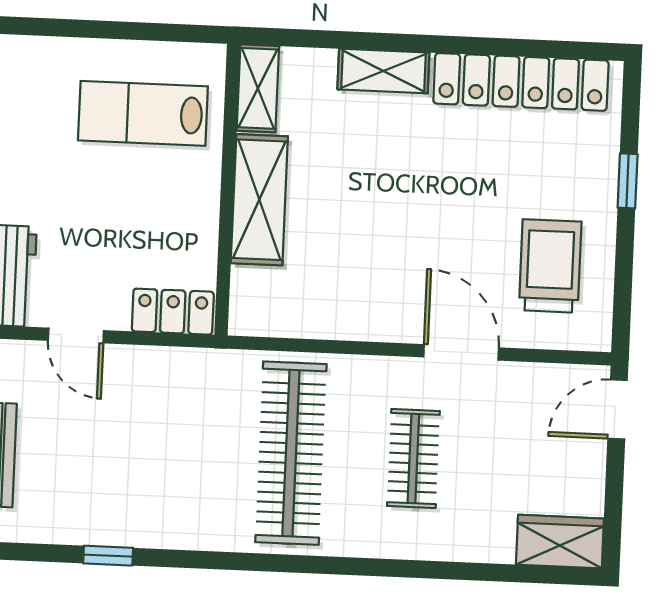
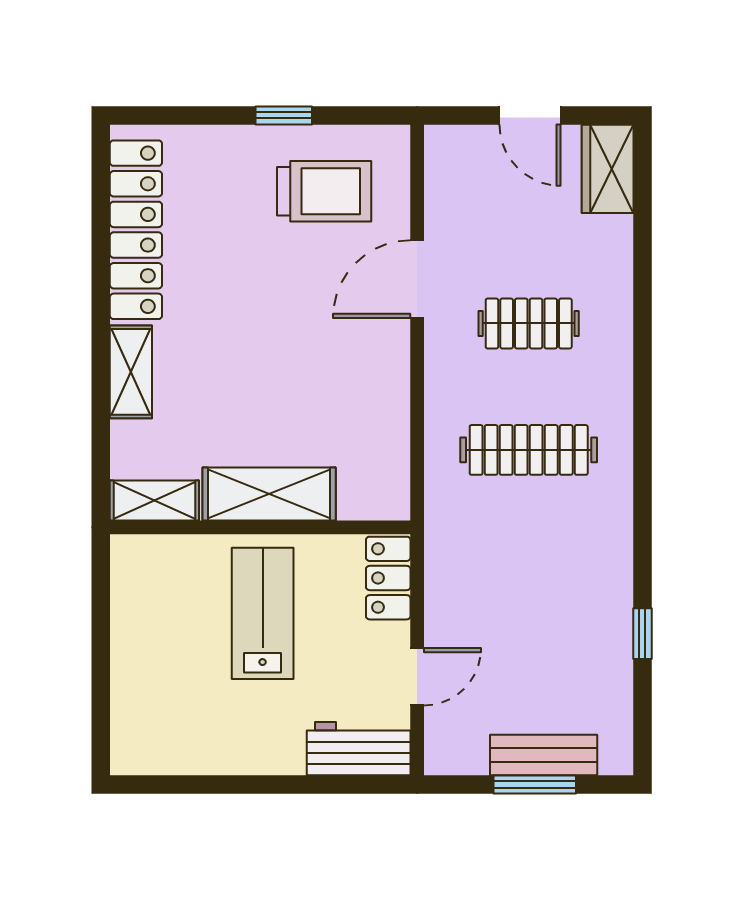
lab bench: (143, 113) -> (263, 613), moved, turned 180
window: (628, 181) -> (284, 115), moved
trolley: (550, 266) -> (324, 191), turned 180
door: (618, 409) -> (530, 115), moved
clothes rail: (291, 453) -> (529, 450), width x0.73, depth x0.76

